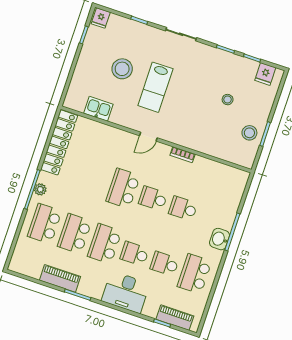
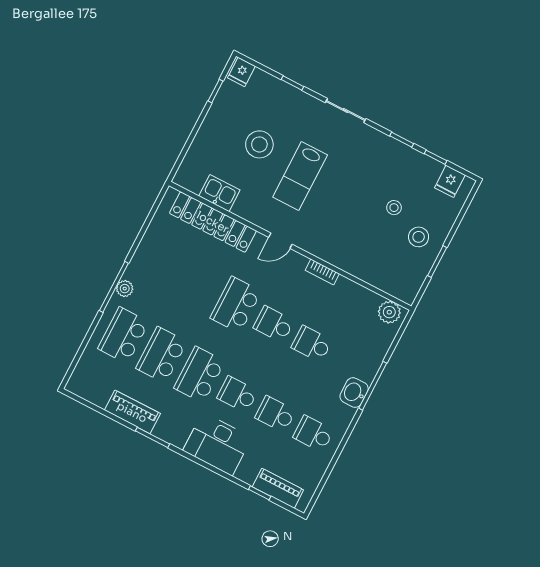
stool: (249, 133) -> (419, 237), moved
locker: (59, 142) -> (213, 222), moved, turned 90
plant: (236, 176) -> (389, 312), added
school desk: (194, 274) -> (313, 434), width x0.54

